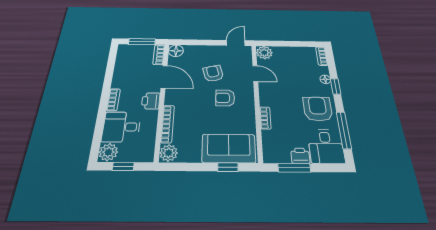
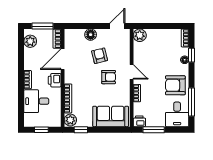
floor lamp: (176, 51) -> (91, 35), moved
door: (255, 74) -> (132, 72), moved
door: (164, 77) -> (63, 59), swing flipped
window: (336, 86) -> (191, 55), moved
armchair: (225, 98) -> (109, 77), turned 180
armchair: (318, 109) -> (175, 85), turned -90
plant: (108, 152) -> (30, 41), moved
printer: (300, 156) -> (139, 121), moved
window: (228, 167) -> (81, 130), moved

